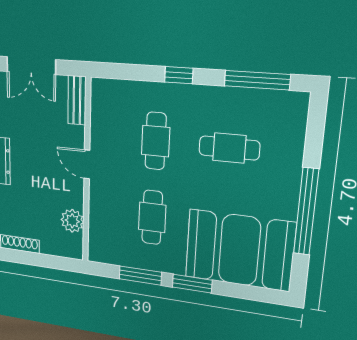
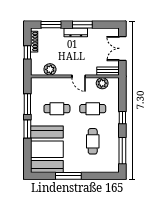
plant: (102, 115) -> (102, 83), added
door: (87, 164) -> (79, 76), swing flipped
window: (306, 212) -> (68, 176), width x0.68
window: (40, 260) -> (27, 52), added

